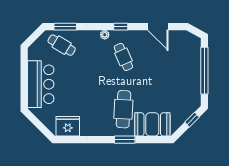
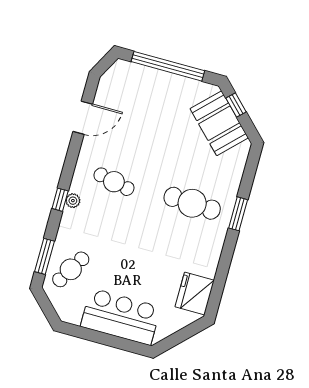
window: (121, 27) -> (60, 200), moved
cafe table: (123, 57) -> (114, 182), turned 36
booth: (152, 124) -> (219, 123), moved, turned -45

